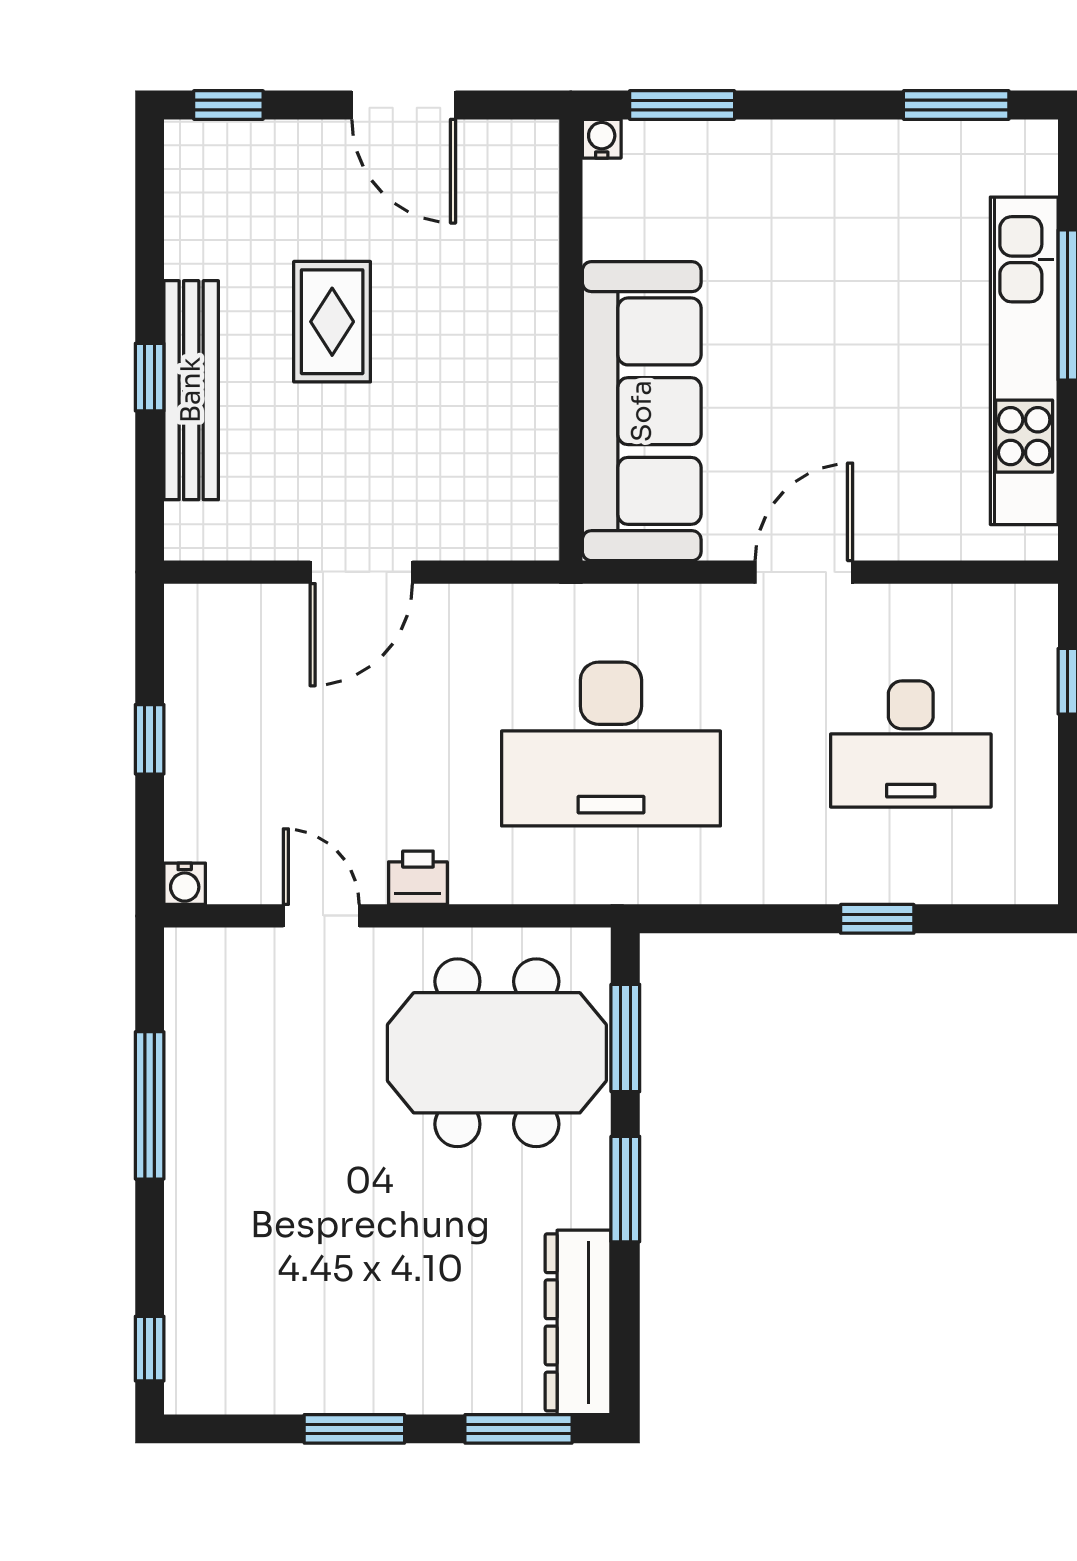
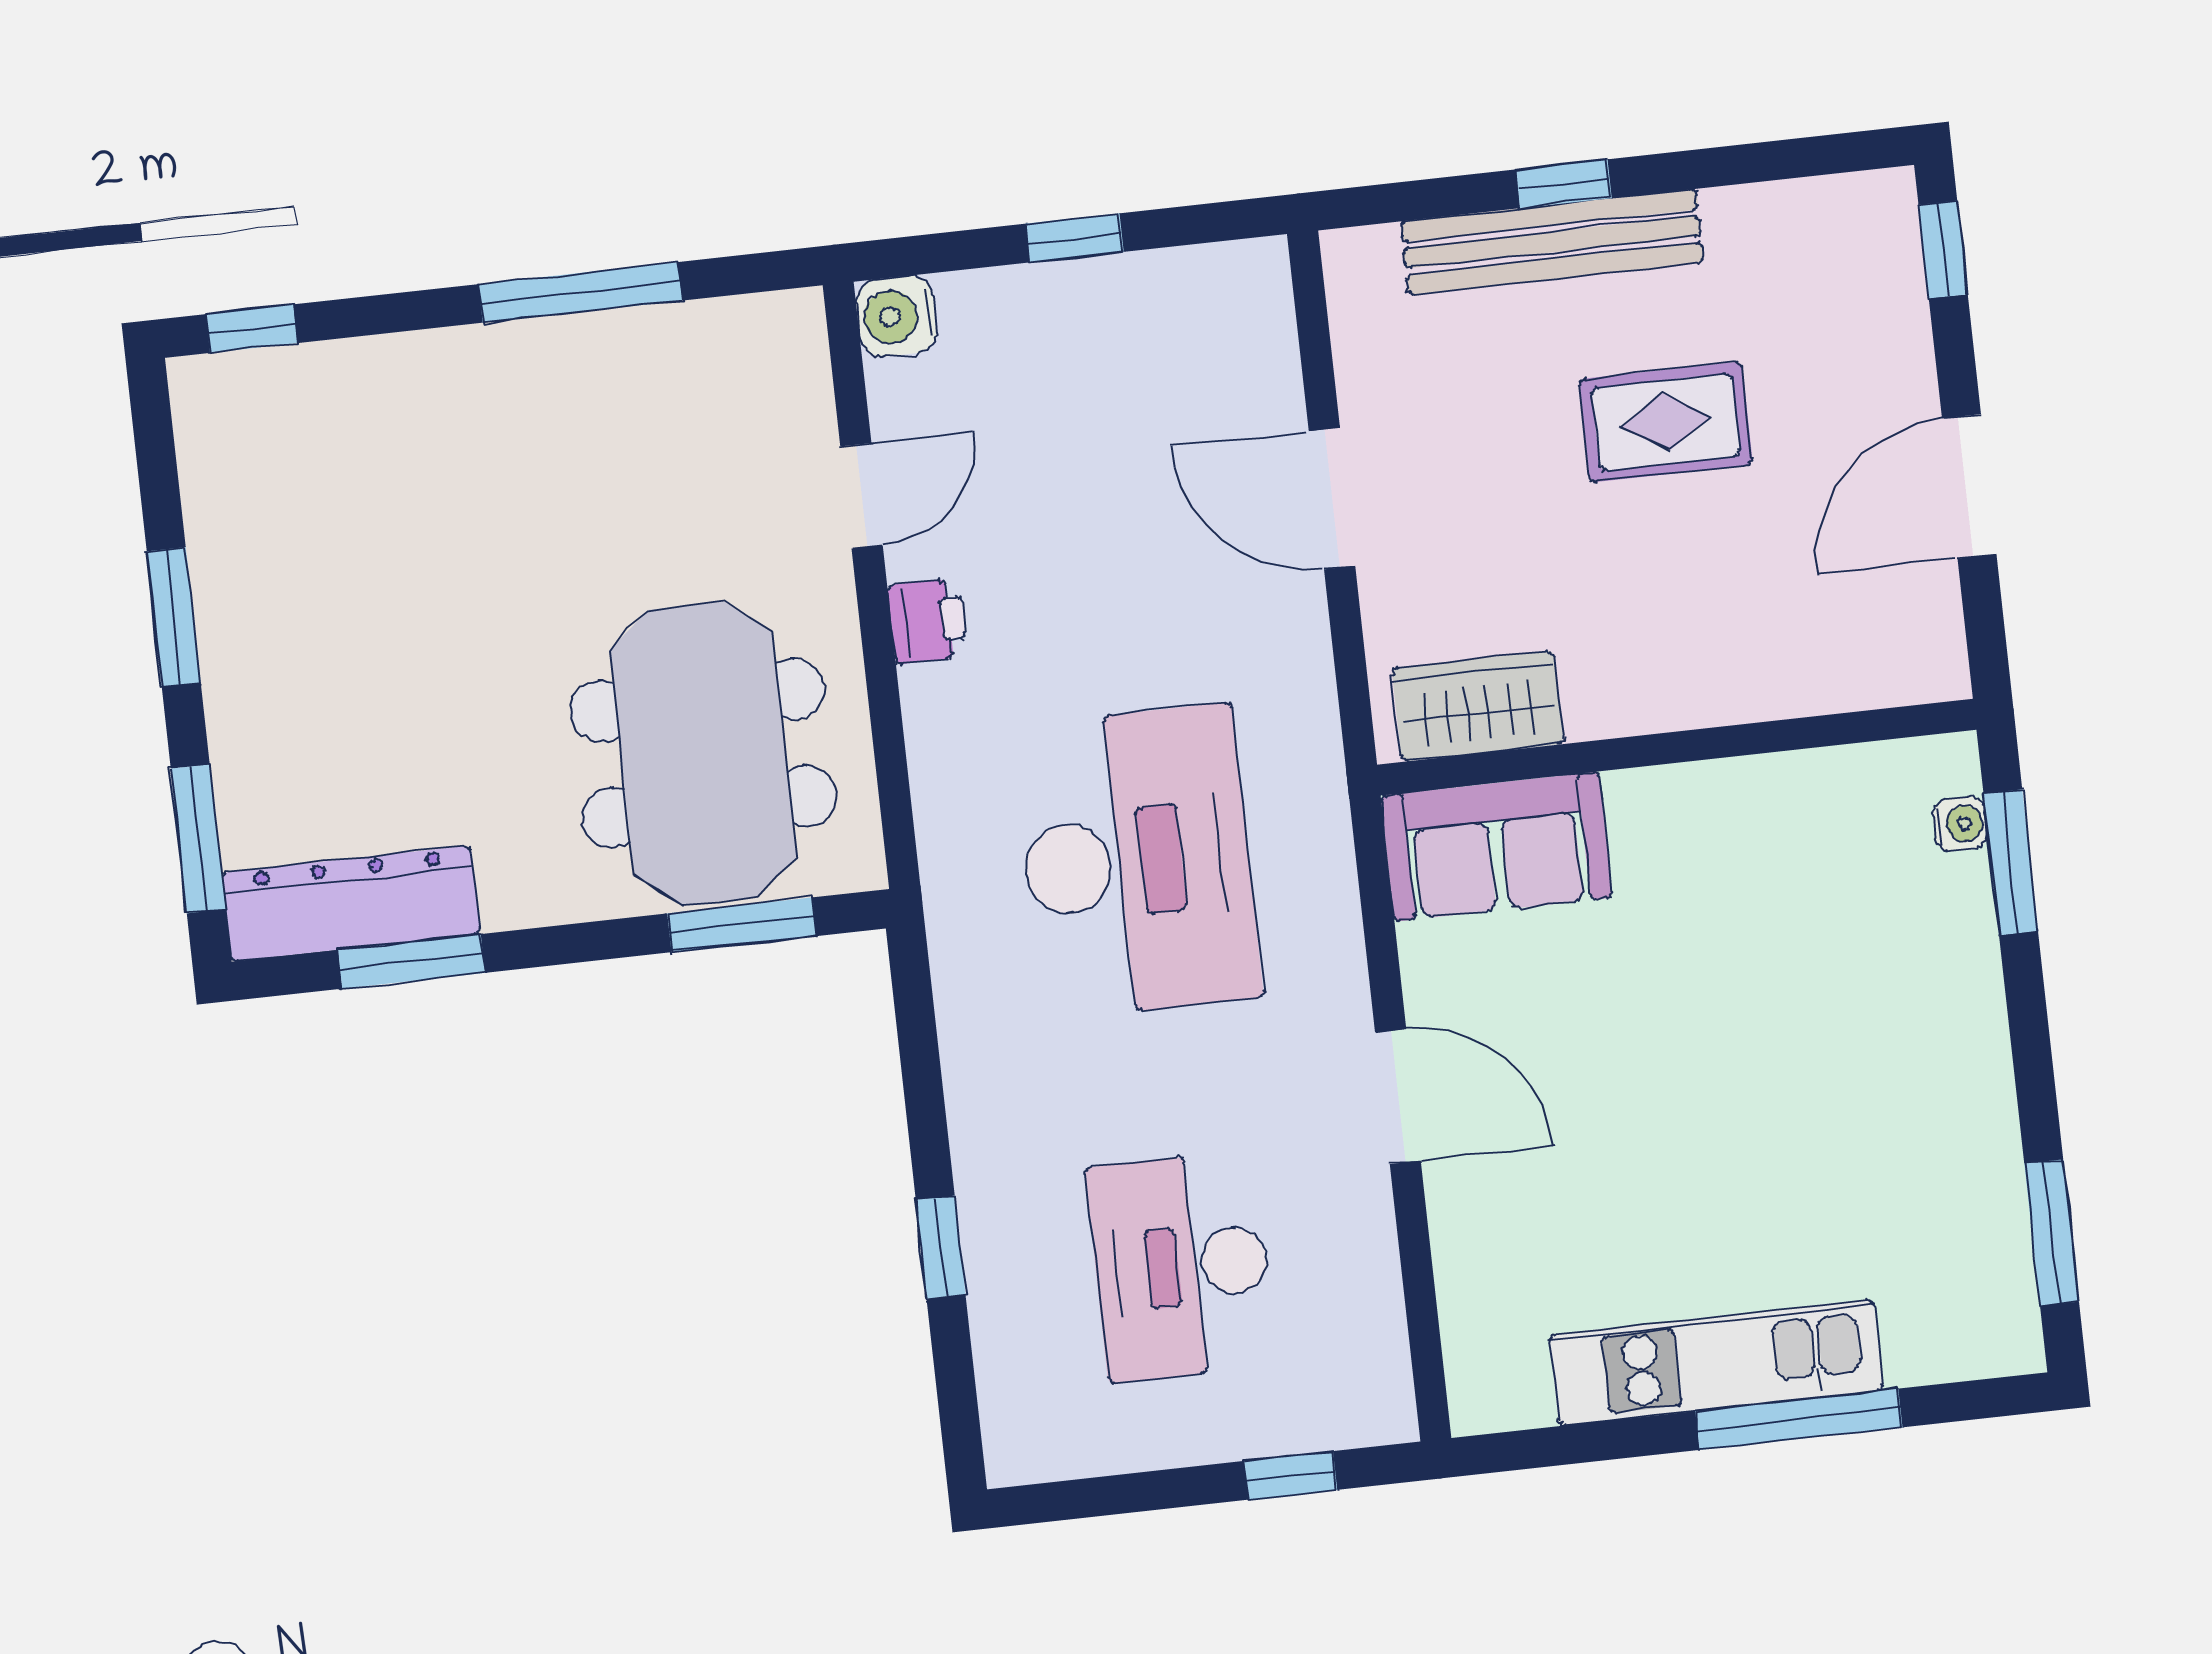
water cooler: (602, 139) -> (1960, 824), moved
kitchen unit: (1024, 361) -> (1716, 1363), width x0.73
sofa: (642, 411) -> (1497, 847), width x0.54, depth x0.79
wardrobe: (525, 482) -> (1478, 706), added
desk: (611, 744) -> (1137, 862), turned 180
water cooler: (185, 884) -> (897, 316), width x1.38, depth x1.38
window: (625, 1189) -> (411, 961), moved

